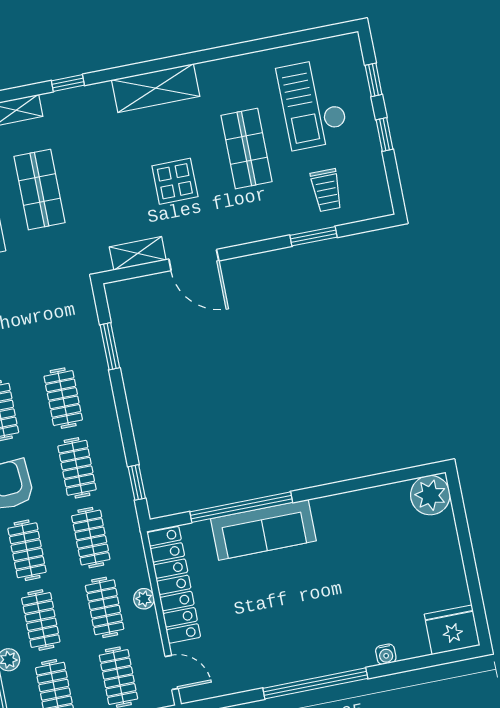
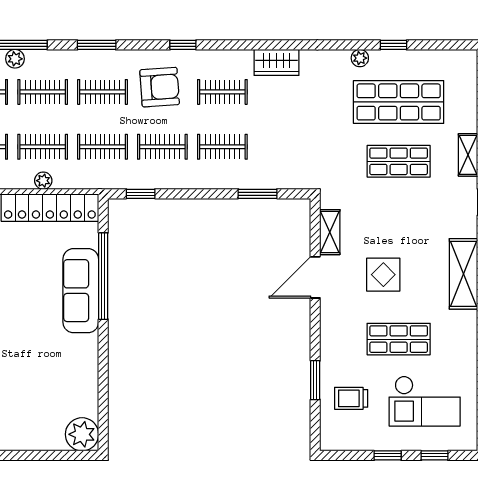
checkout: (313, 104) -> (425, 401), turned 180

